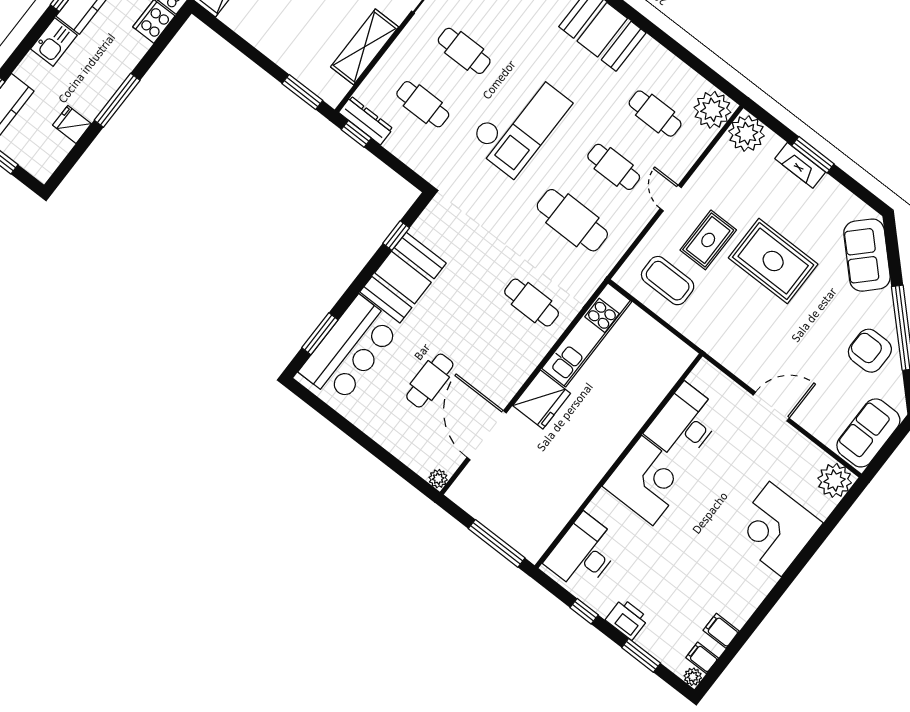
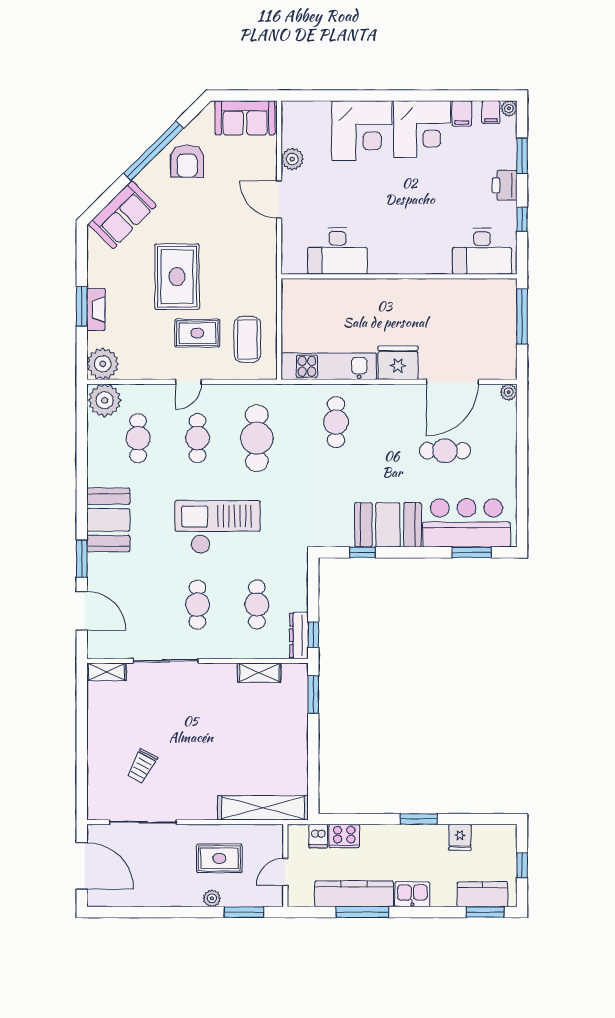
shelving: (365, 47) -> (259, 673), width x0.67, depth x0.75
window: (117, 100) -> (419, 819), width x0.69
plant: (835, 480) -> (292, 159), moved, width x0.73, depth x0.73
corner desk: (647, 481) -> (422, 129), moved, turned 180

